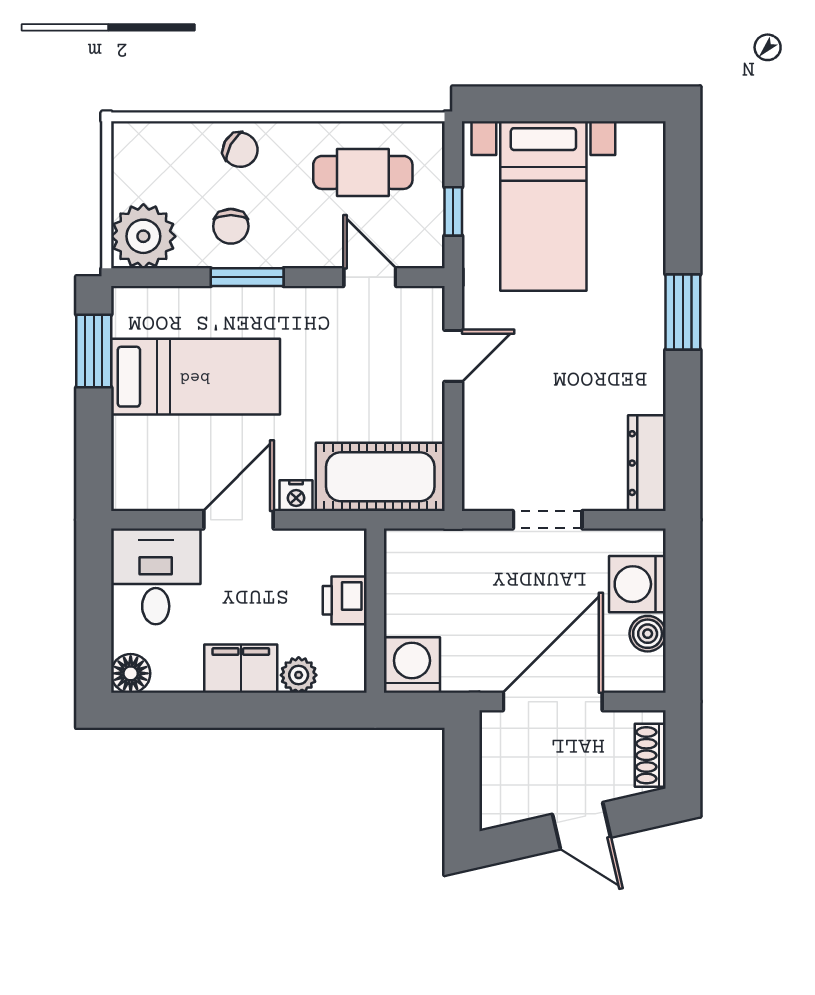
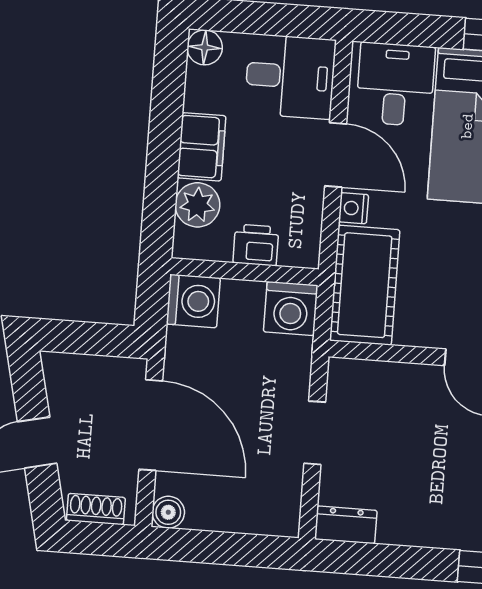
desk: (156, 459) -> (395, 84), added
dresser: (647, 463) -> (346, 525), width x0.70
washing machine: (637, 584) -> (291, 309), moved, turned 180
boiler: (648, 634) -> (168, 512), moved
plant: (299, 675) -> (197, 205), width x1.38, depth x1.38

